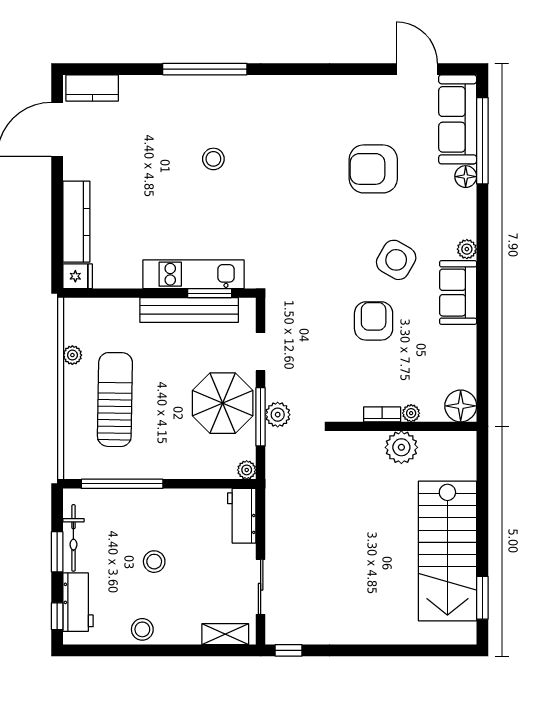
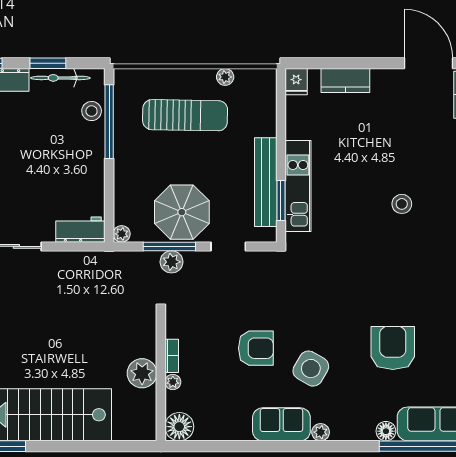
kitchen counter: (76, 222) -> (345, 81), width x0.67
stool: (154, 562) -> (92, 111), moved

